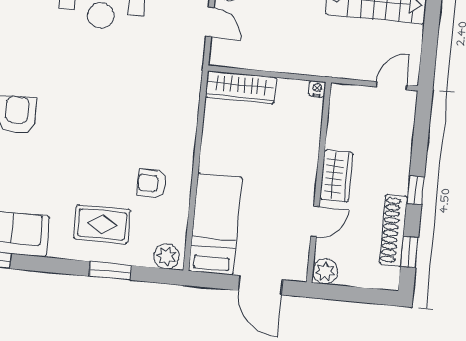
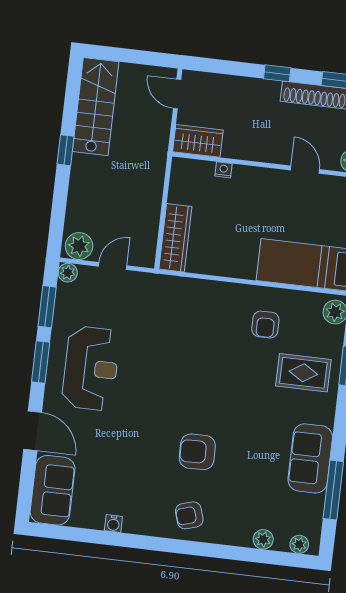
nightstand: (317, 89) -> (224, 170), moved, turned 90
wardrobe: (336, 176) -> (198, 141), moved
rug: (102, 224) -> (303, 373), turned 90

